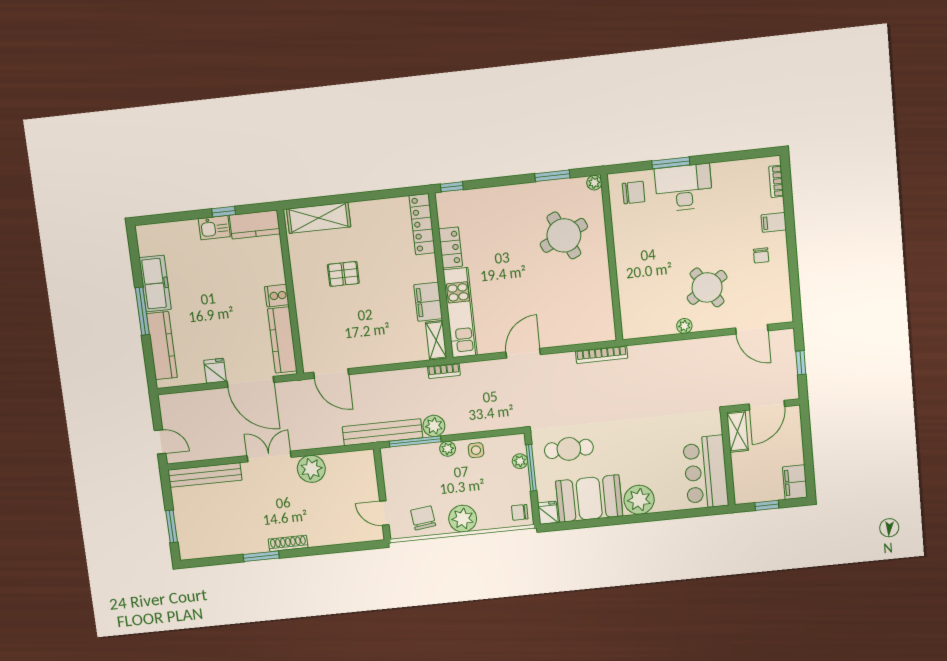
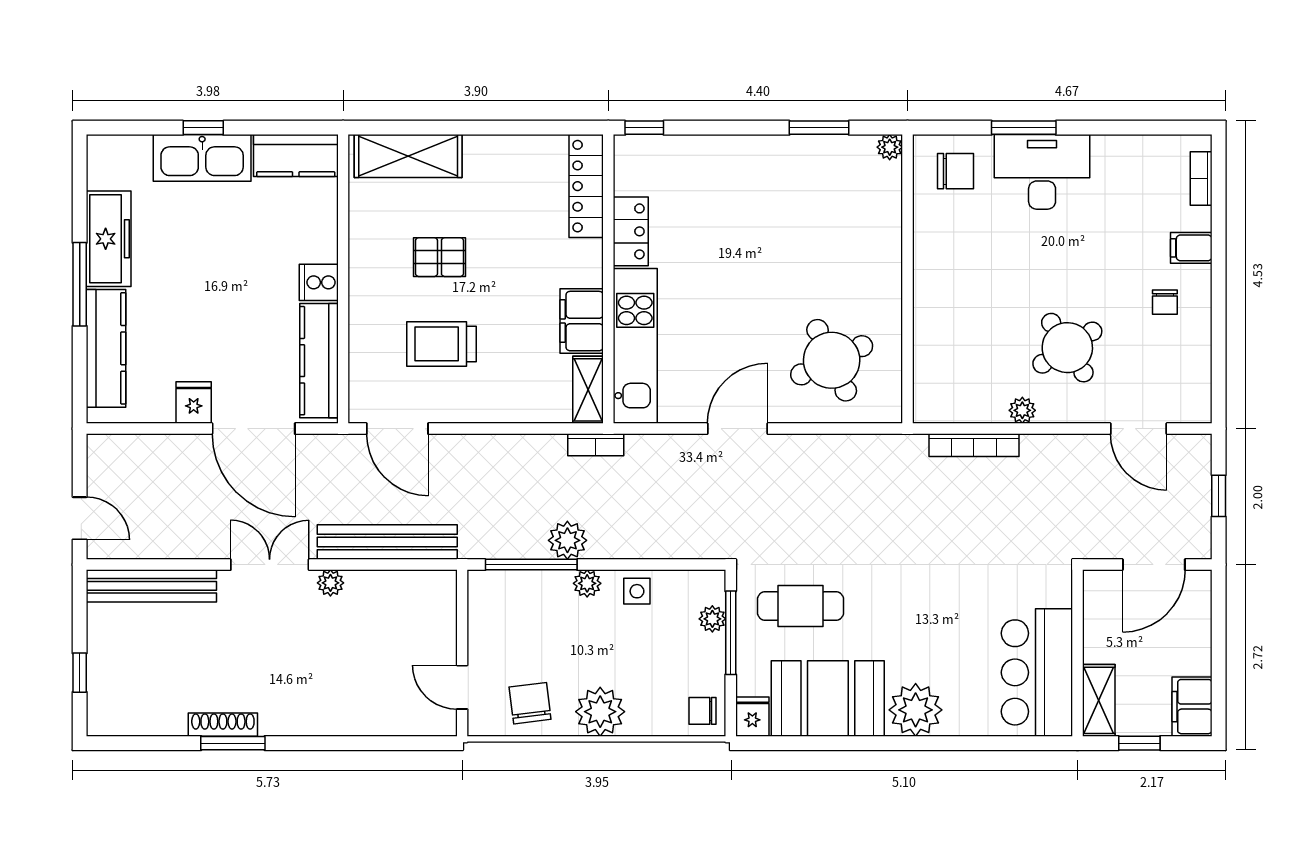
window: (224, 212) -> (203, 128), moved
kitchen sink: (214, 228) -> (202, 158), width x1.88, depth x1.24
round table: (564, 235) -> (832, 360), moved
trolley: (350, 323) -> (442, 344), added
bookcase: (602, 355) -> (974, 445), moved
shelving: (737, 431) -> (1099, 700), moved
bench: (383, 432) -> (387, 542), moved
plant: (311, 469) -> (330, 583), width x0.53, depth x0.53
window: (172, 527) -> (80, 673), width x0.67
shoe rack: (288, 543) -> (223, 725), moved

